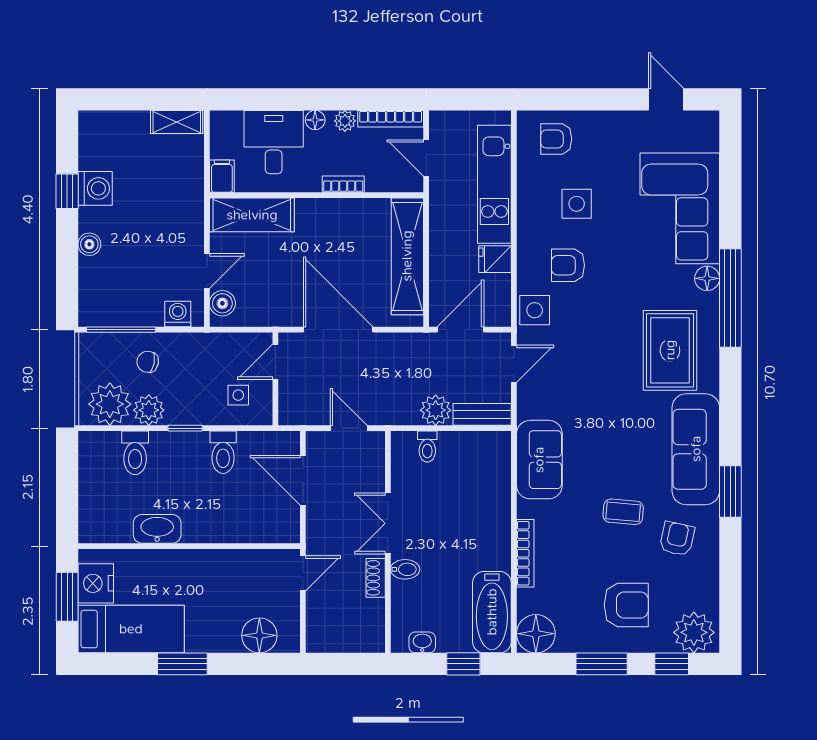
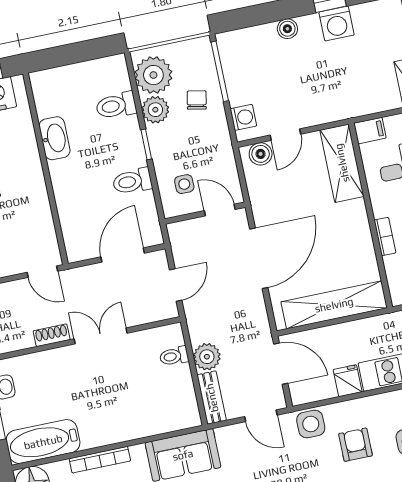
door: (207, 271) -> (285, 135), hinge flipped
bidet: (405, 569) -> (64, 359), removed

